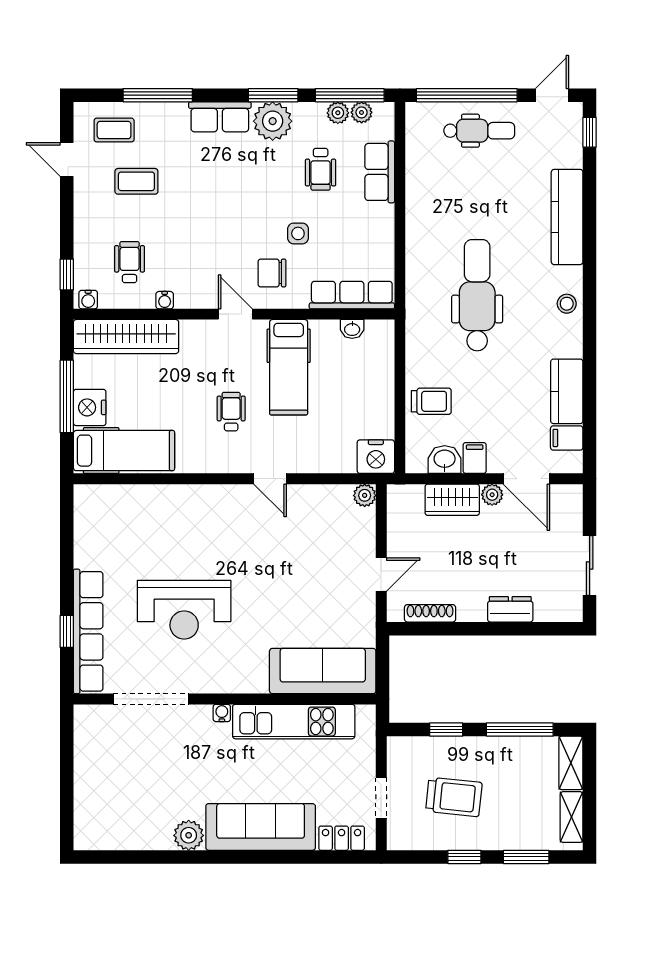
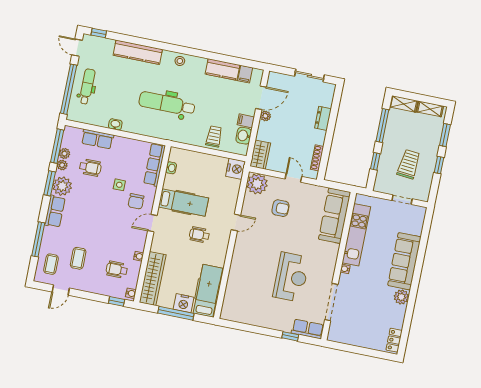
plant: (362, 112) -> (62, 165), moved
washbasin: (416, 201) -> (115, 124), added
plant: (365, 495) -> (257, 184), width x1.88, depth x1.88
wardrobe: (452, 500) -> (260, 155), moved
armchair: (316, 561) -> (280, 208), added
row of seats: (88, 631) -> (308, 329), width x0.50
locker: (342, 838) -> (394, 340), moved

